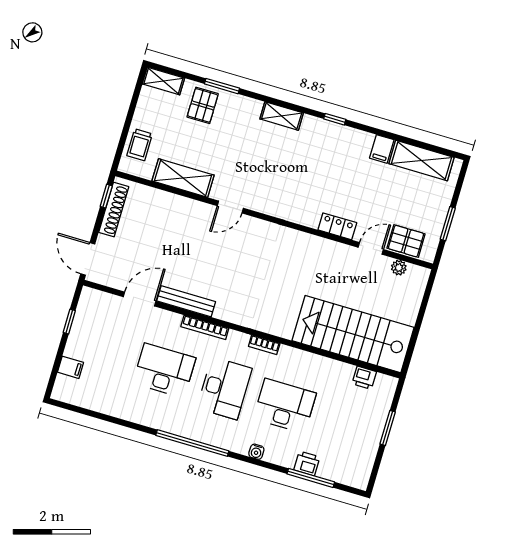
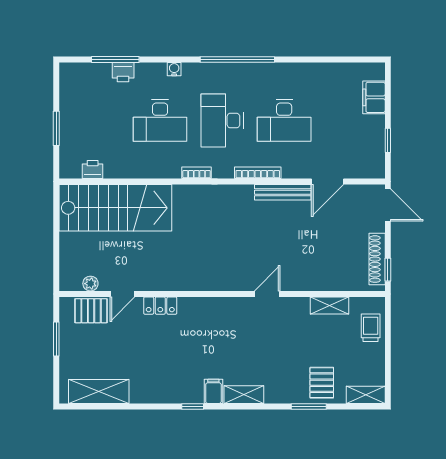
filing cabinet: (382, 149) -> (213, 391), moved
shelving: (183, 178) -> (330, 305), width x0.67, depth x0.75
filing cabinet: (71, 367) -> (374, 97), width x2.00

